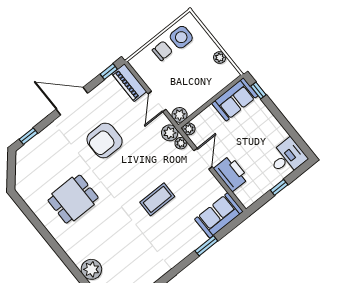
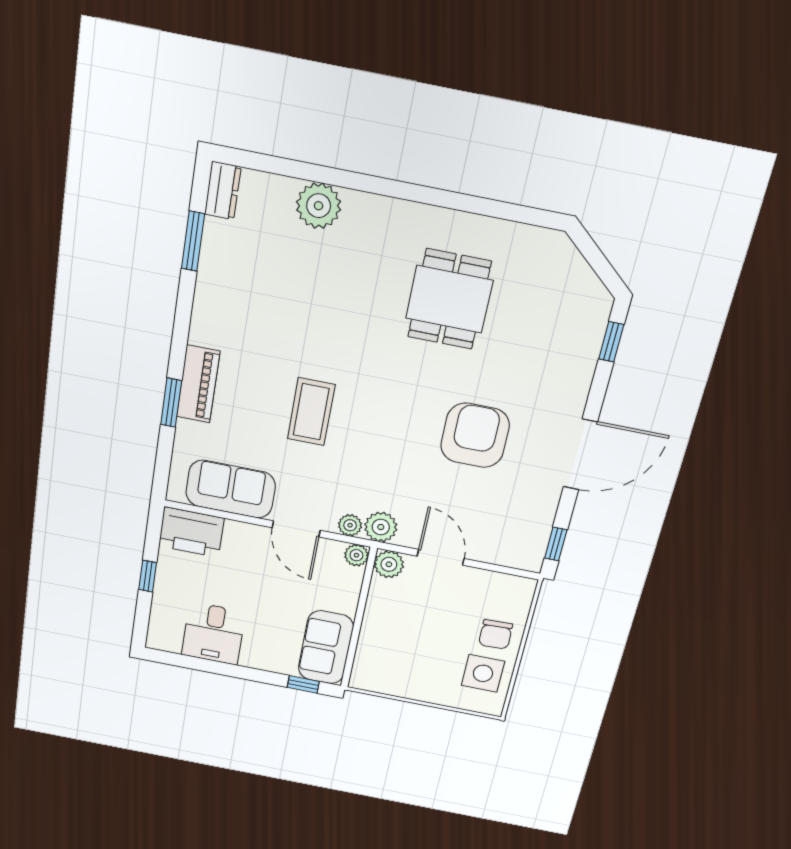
plant: (220, 57) -> (400, 687), removed
piano: (129, 83) -> (198, 384), moved, turned 90
desk: (287, 157) -> (213, 633), moved
printer: (231, 173) -> (191, 532), moved
sofa: (219, 215) -> (231, 489), moved, turned -90

